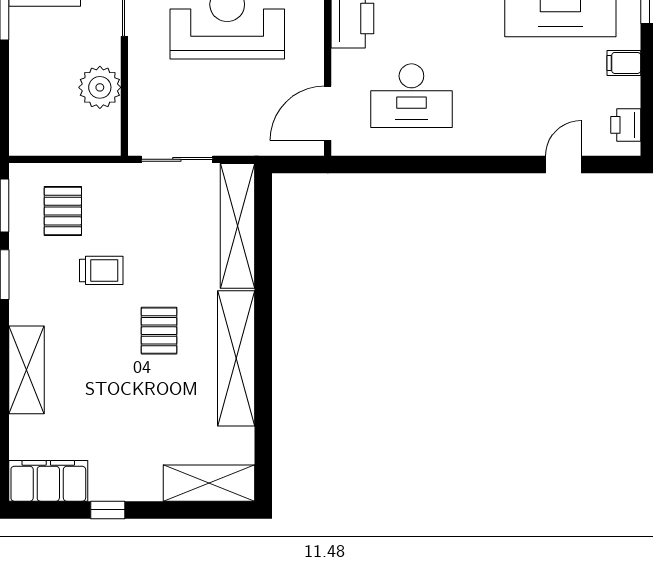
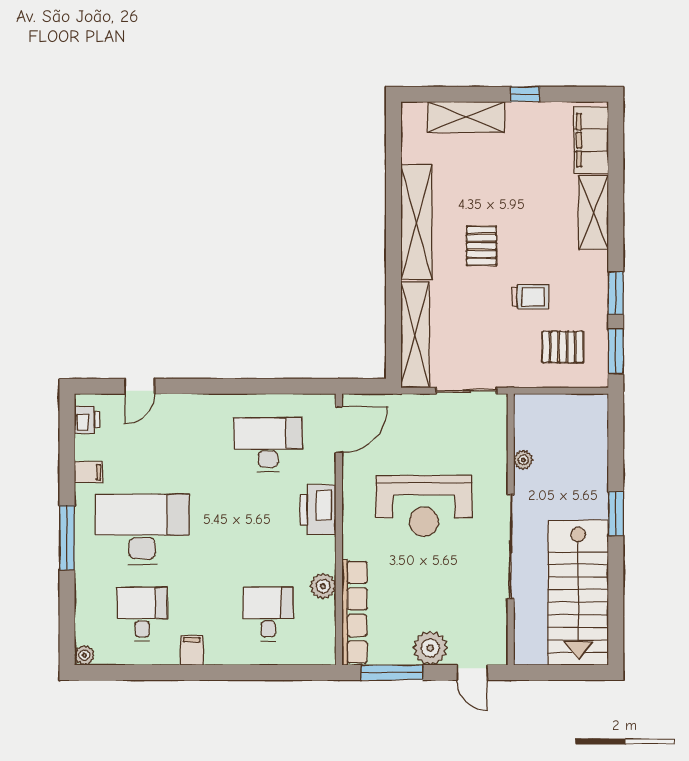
plant: (100, 87) -> (523, 460), width x0.53, depth x0.53
pallet: (63, 211) -> (563, 347), turned 90
trolley: (101, 270) -> (530, 297), turned 180
filing cabinet: (48, 481) -> (591, 140), moved, turned 90
shelving: (209, 483) -> (466, 117), moved

